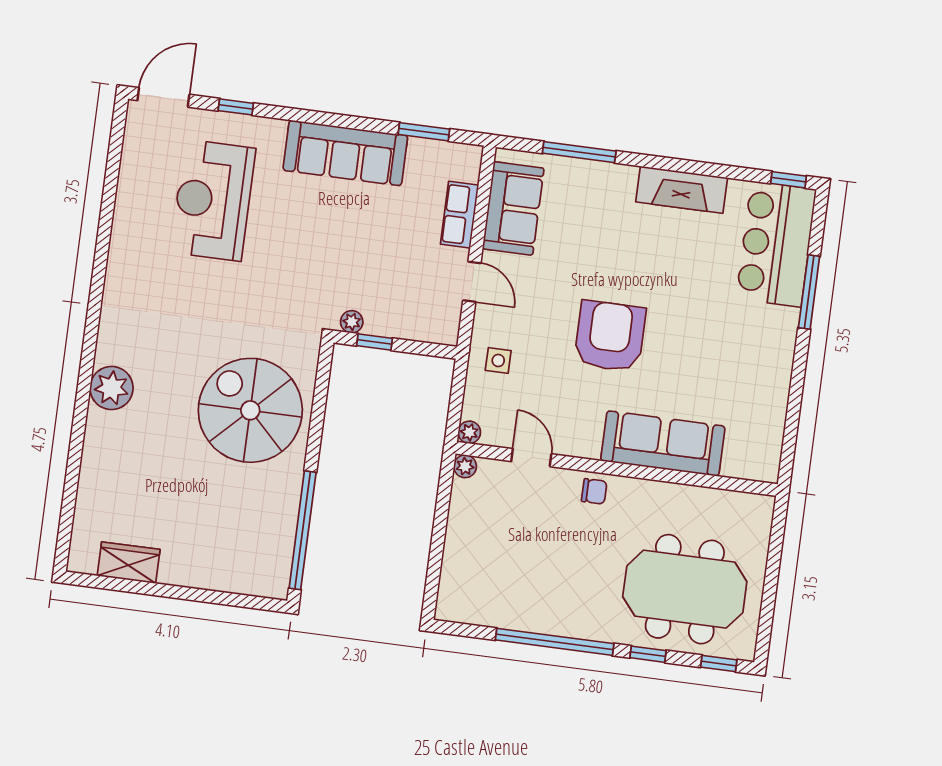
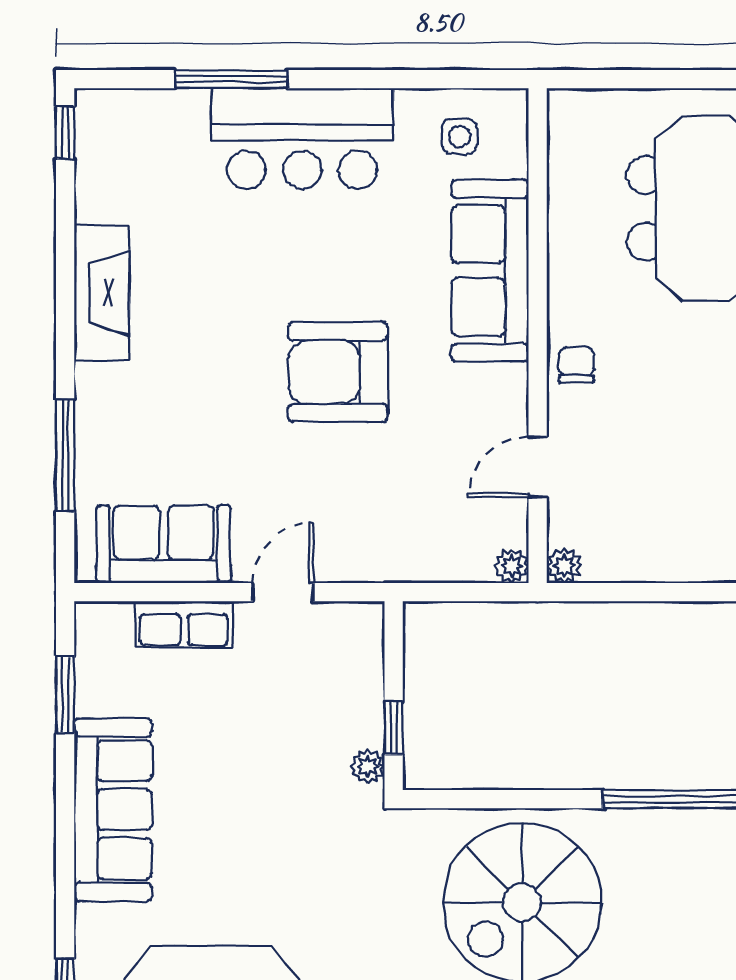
bar counter: (776, 244) -> (302, 139), moved
side table: (498, 361) -> (459, 137), moved

